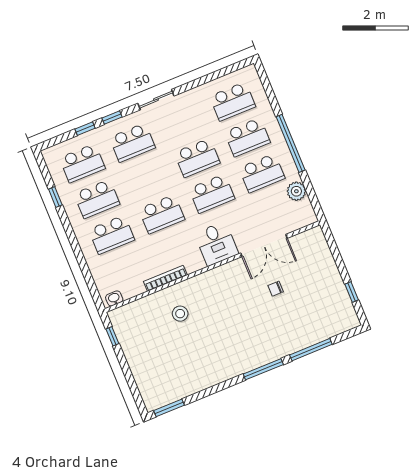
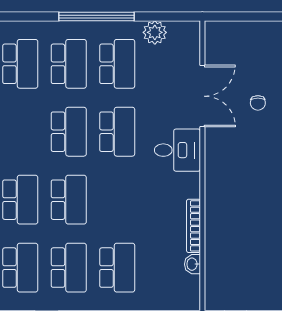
school desk: (162, 214) -> (69, 200), moved
washbasin: (114, 298) -> (192, 264), moved
stool: (180, 314) -> (241, 226), removed

